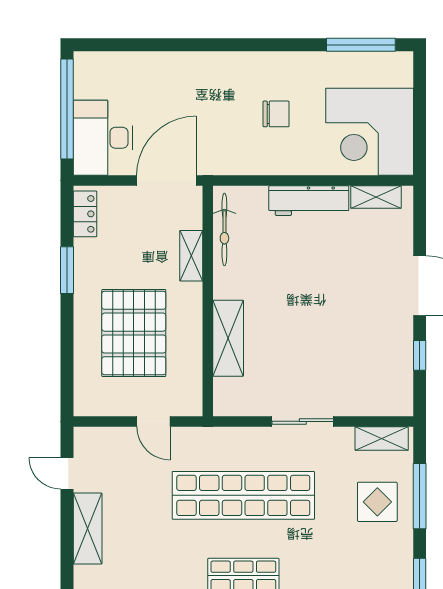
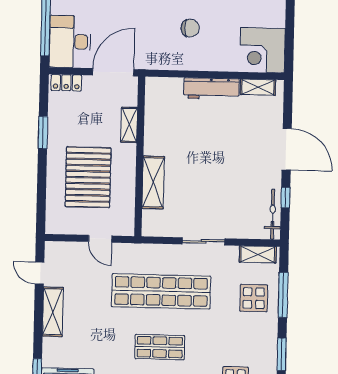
corner desk: (370, 132) -> (262, 50), width x0.74, depth x0.74
locker: (85, 214) -> (66, 83), moved, turned 90
bicycle: (224, 229) -> (273, 214), moved, turned 180

